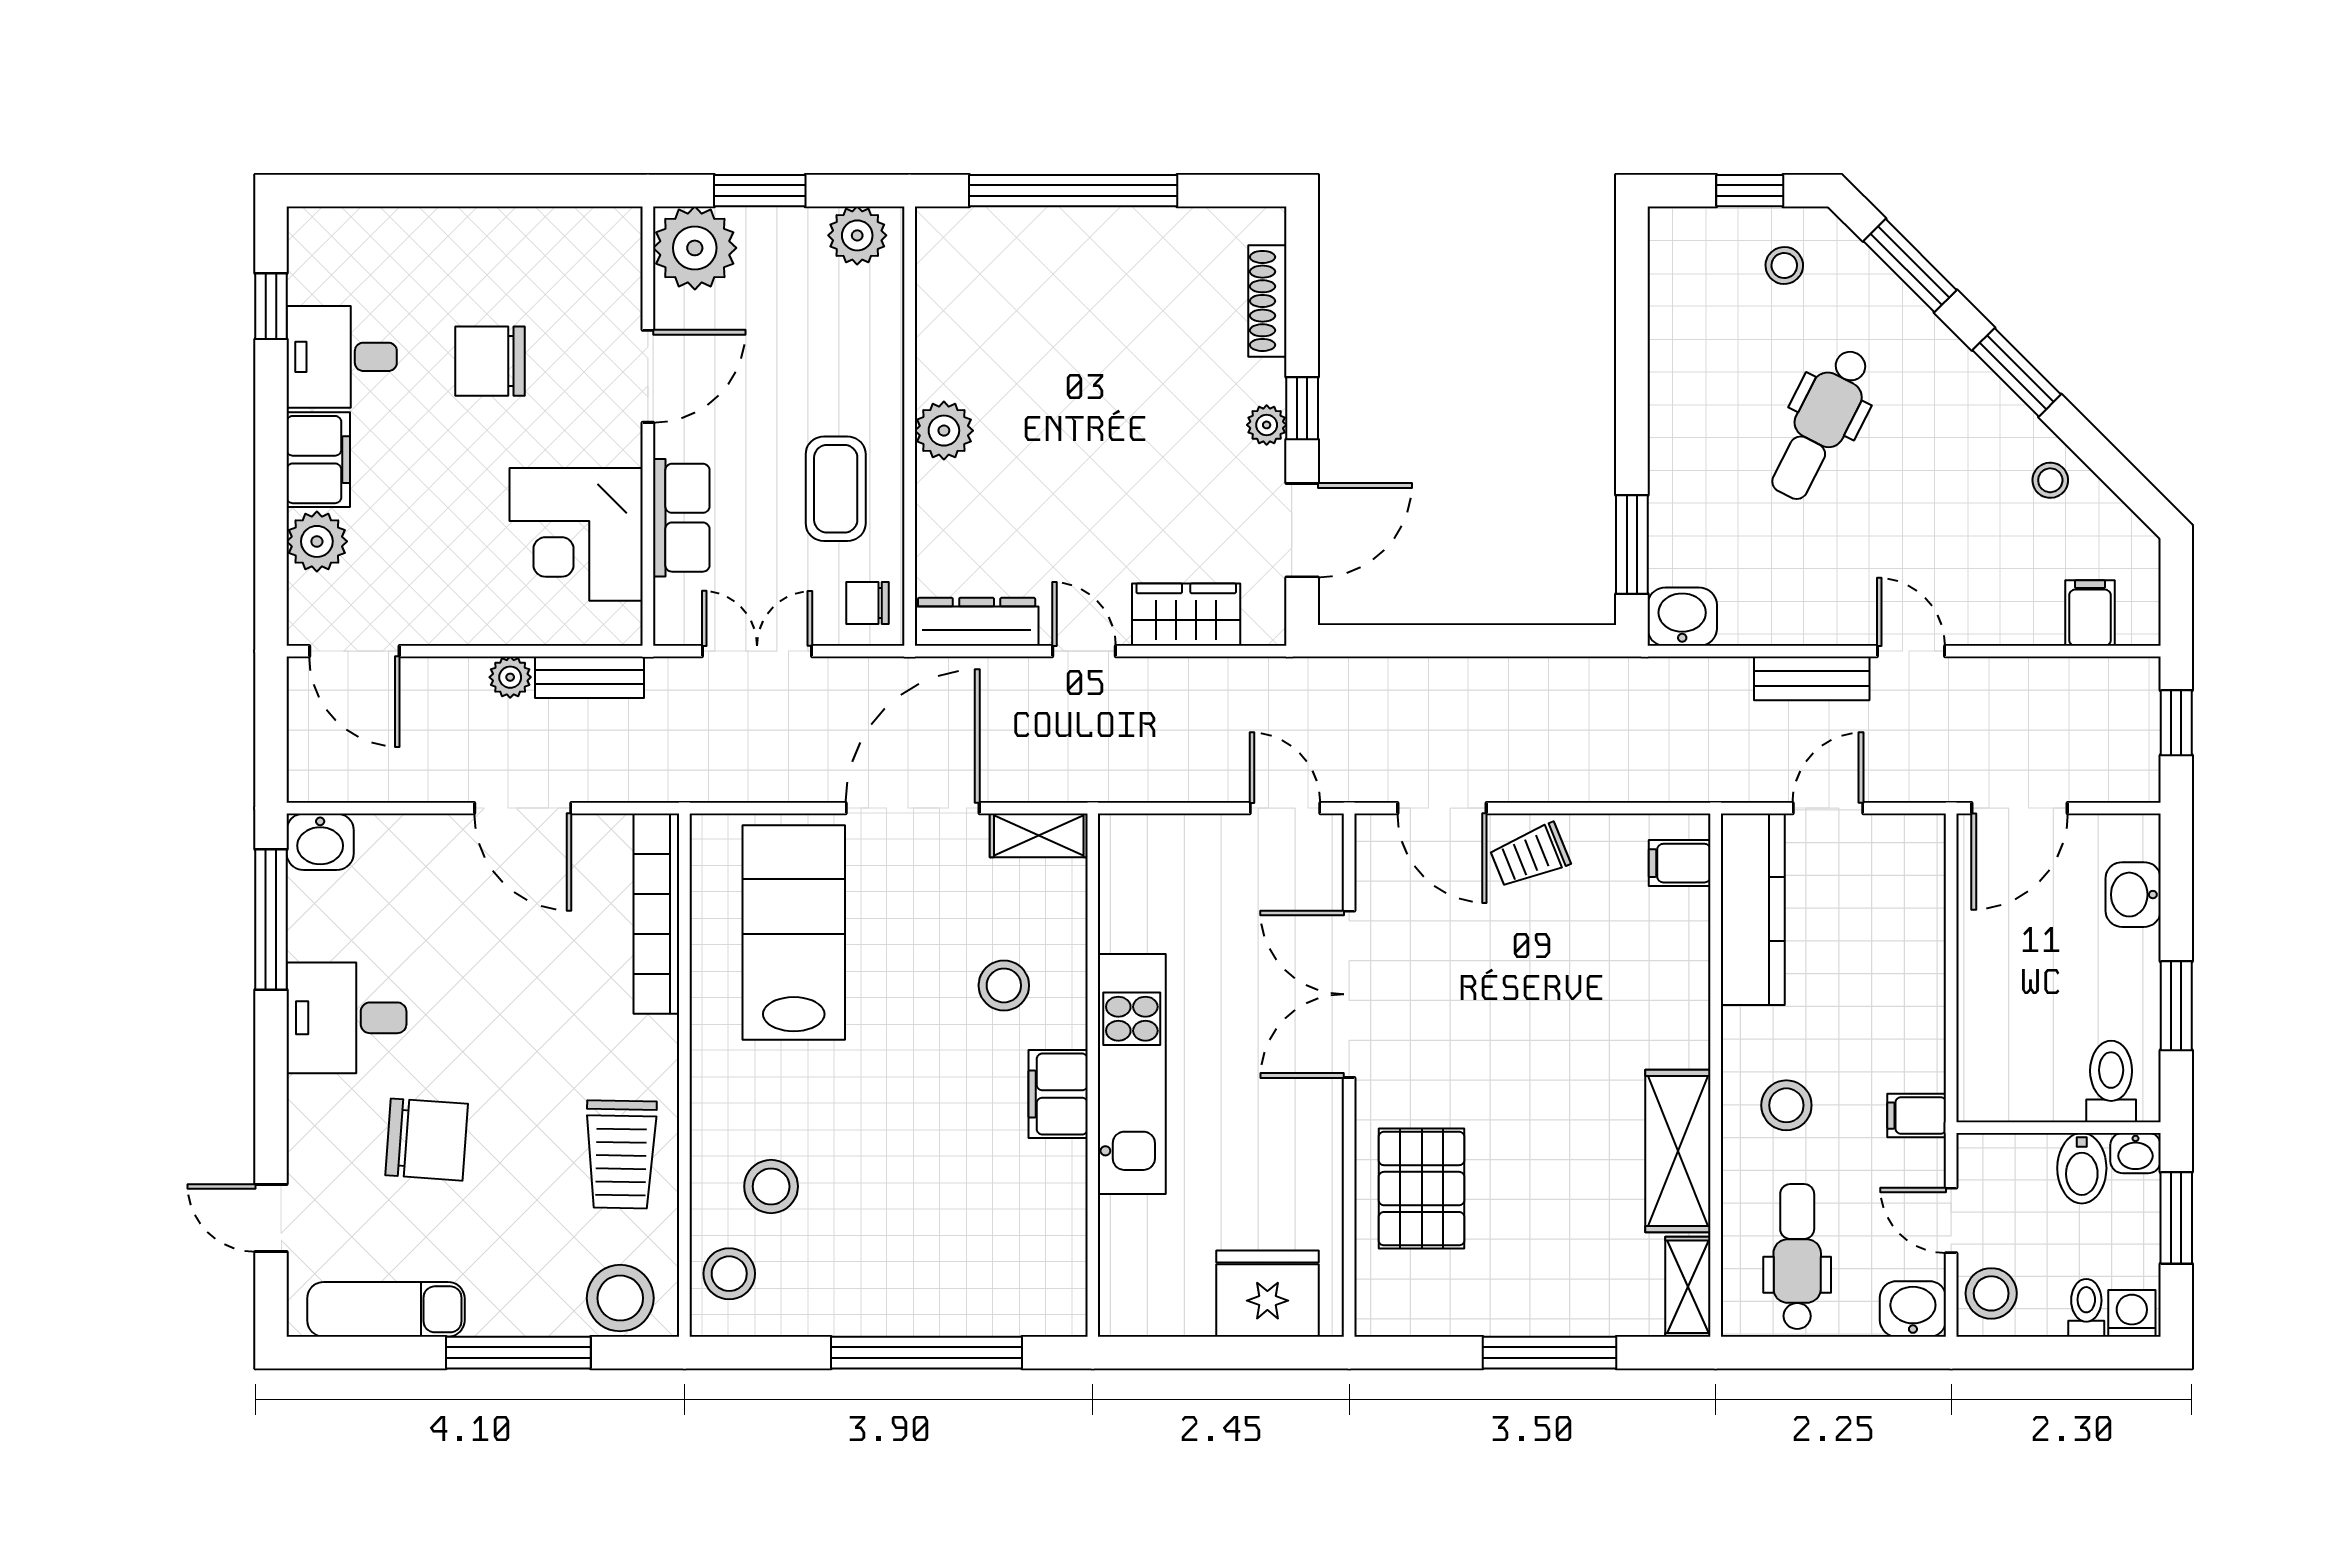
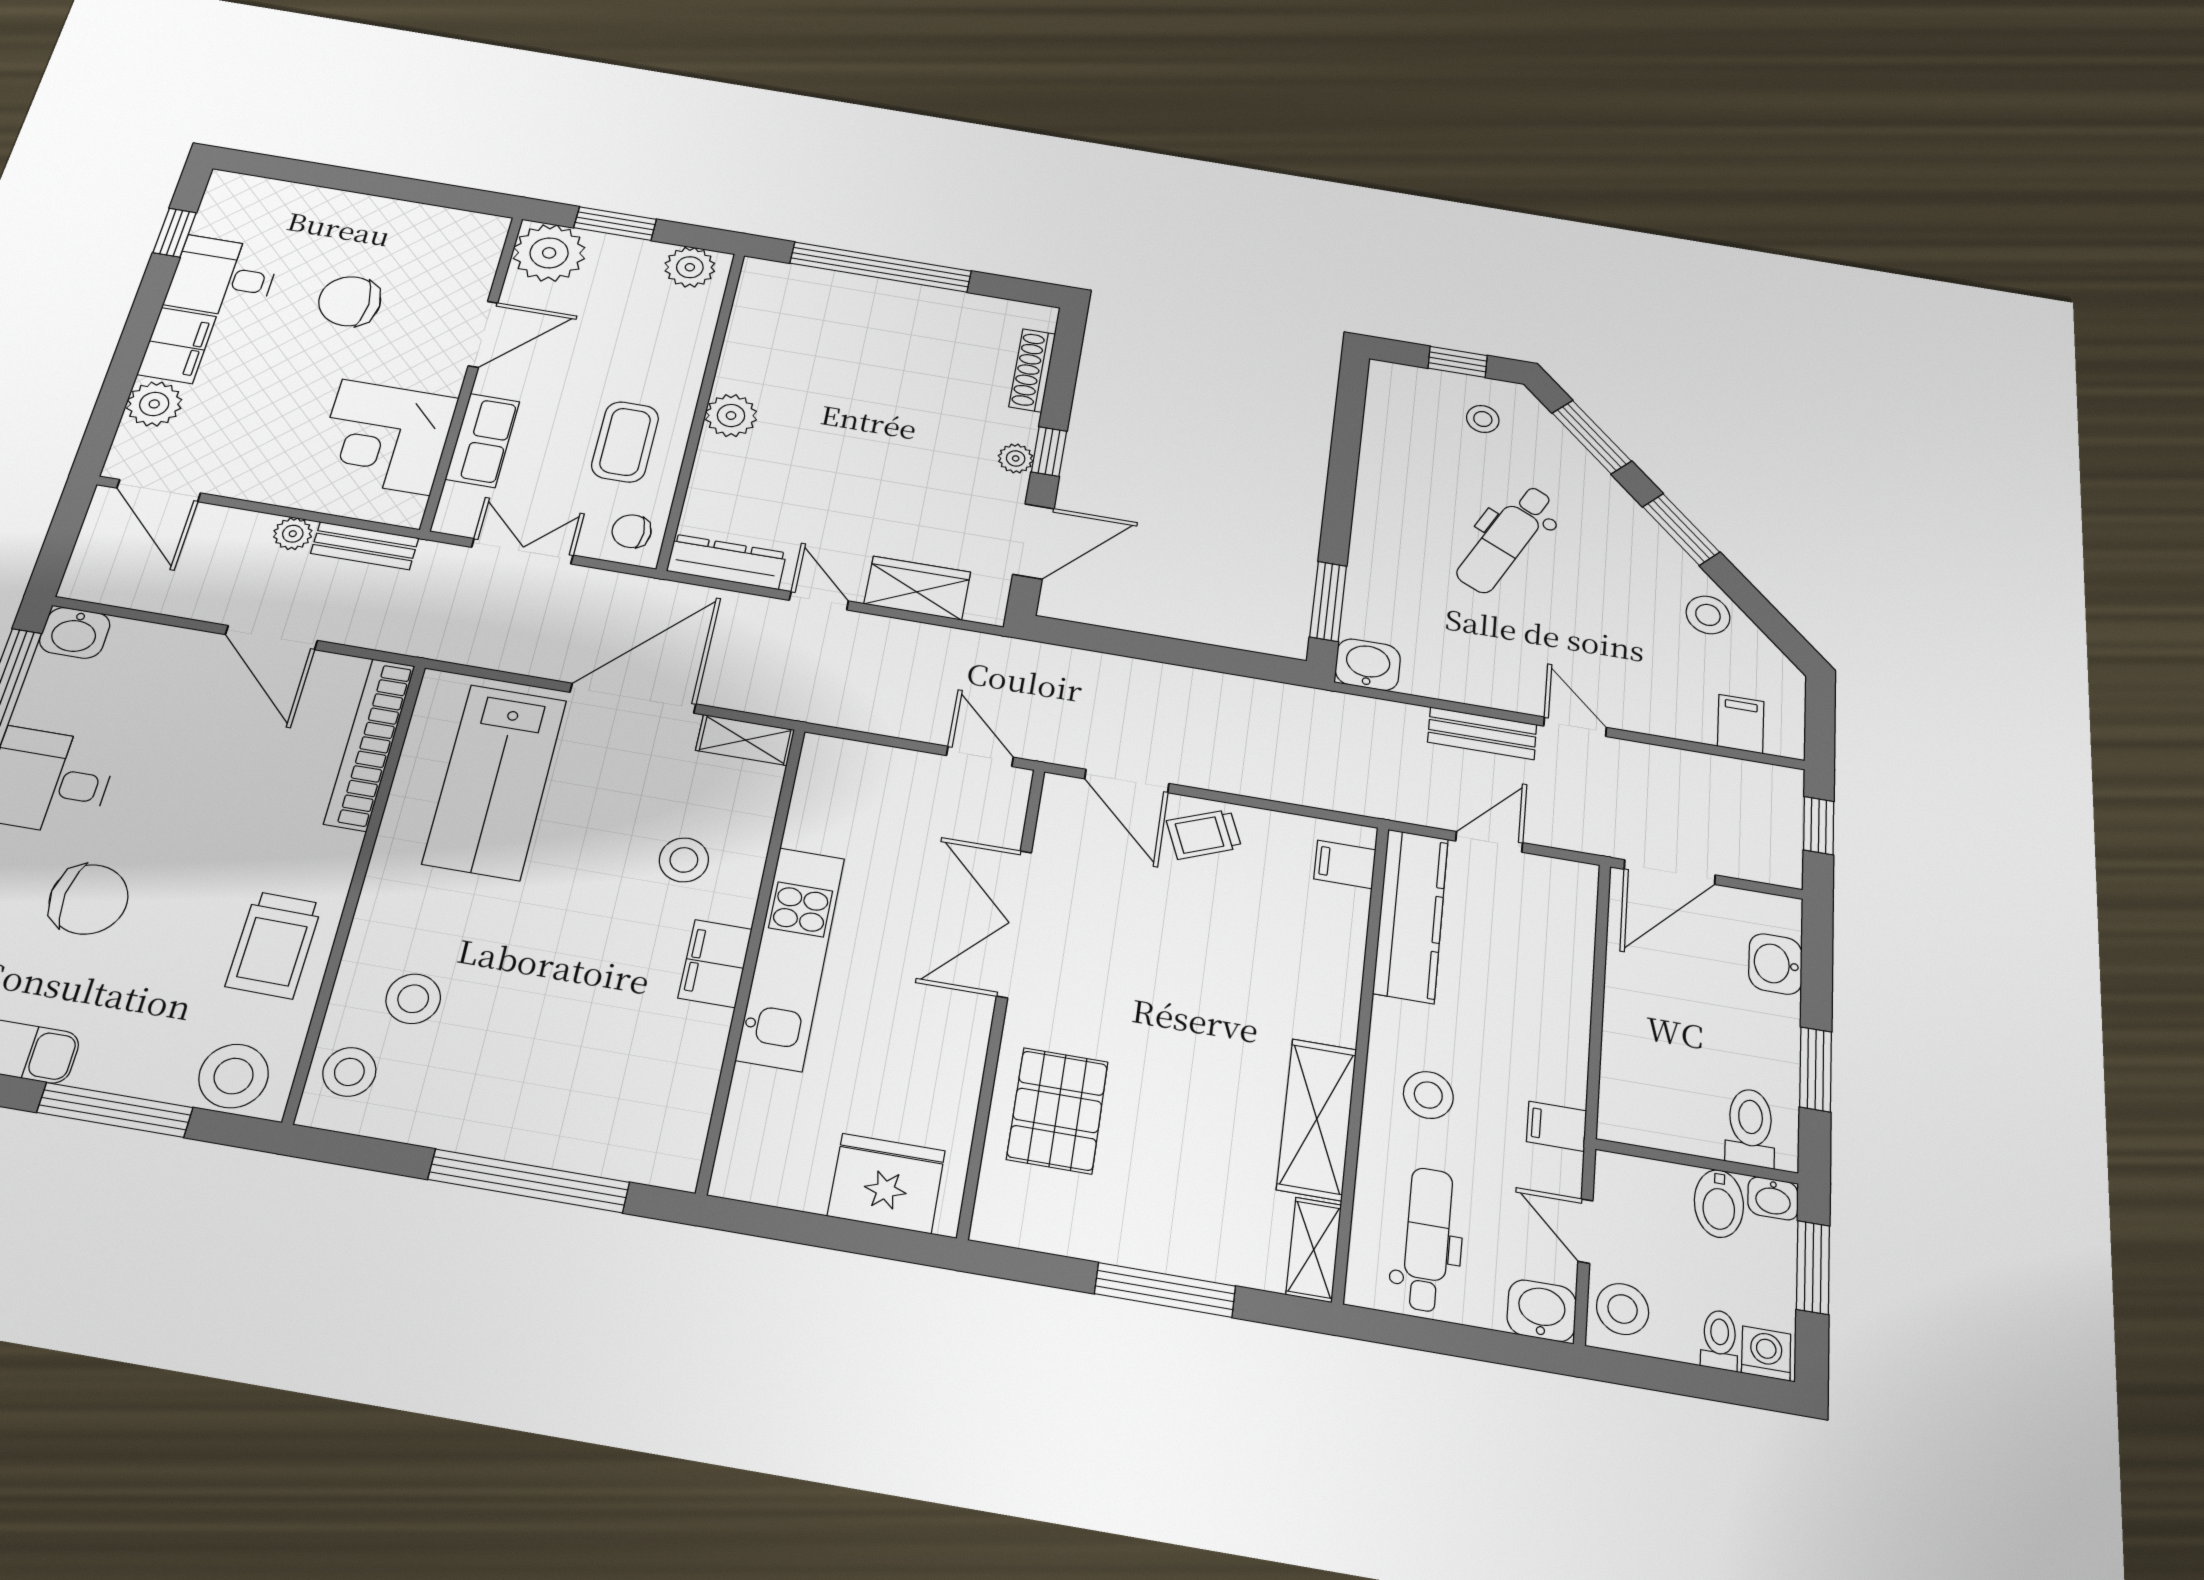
stool: (2050, 480) -> (1708, 615), width x1.37, depth x1.37
lab bench: (794, 932) -> (495, 781), turned 180

